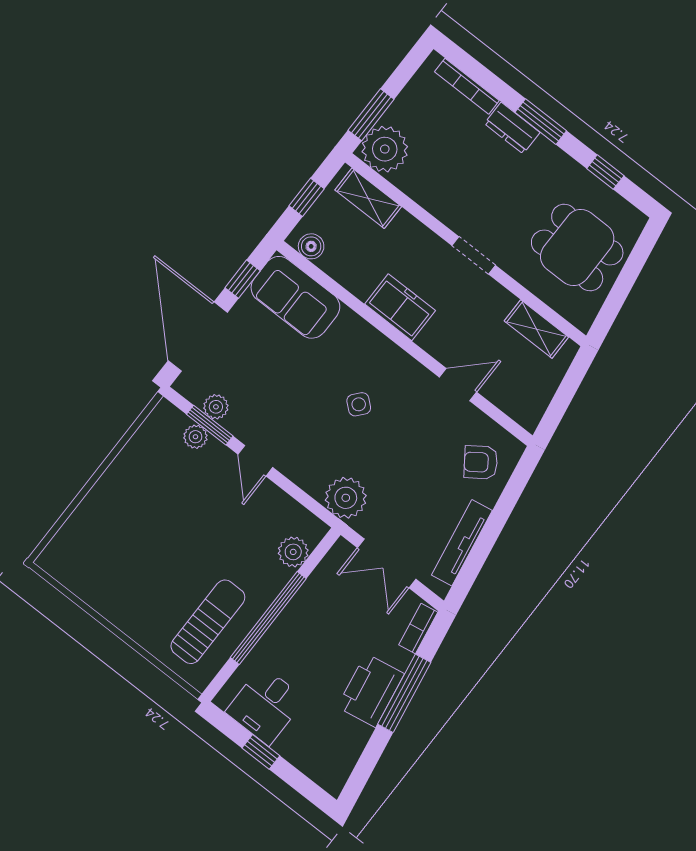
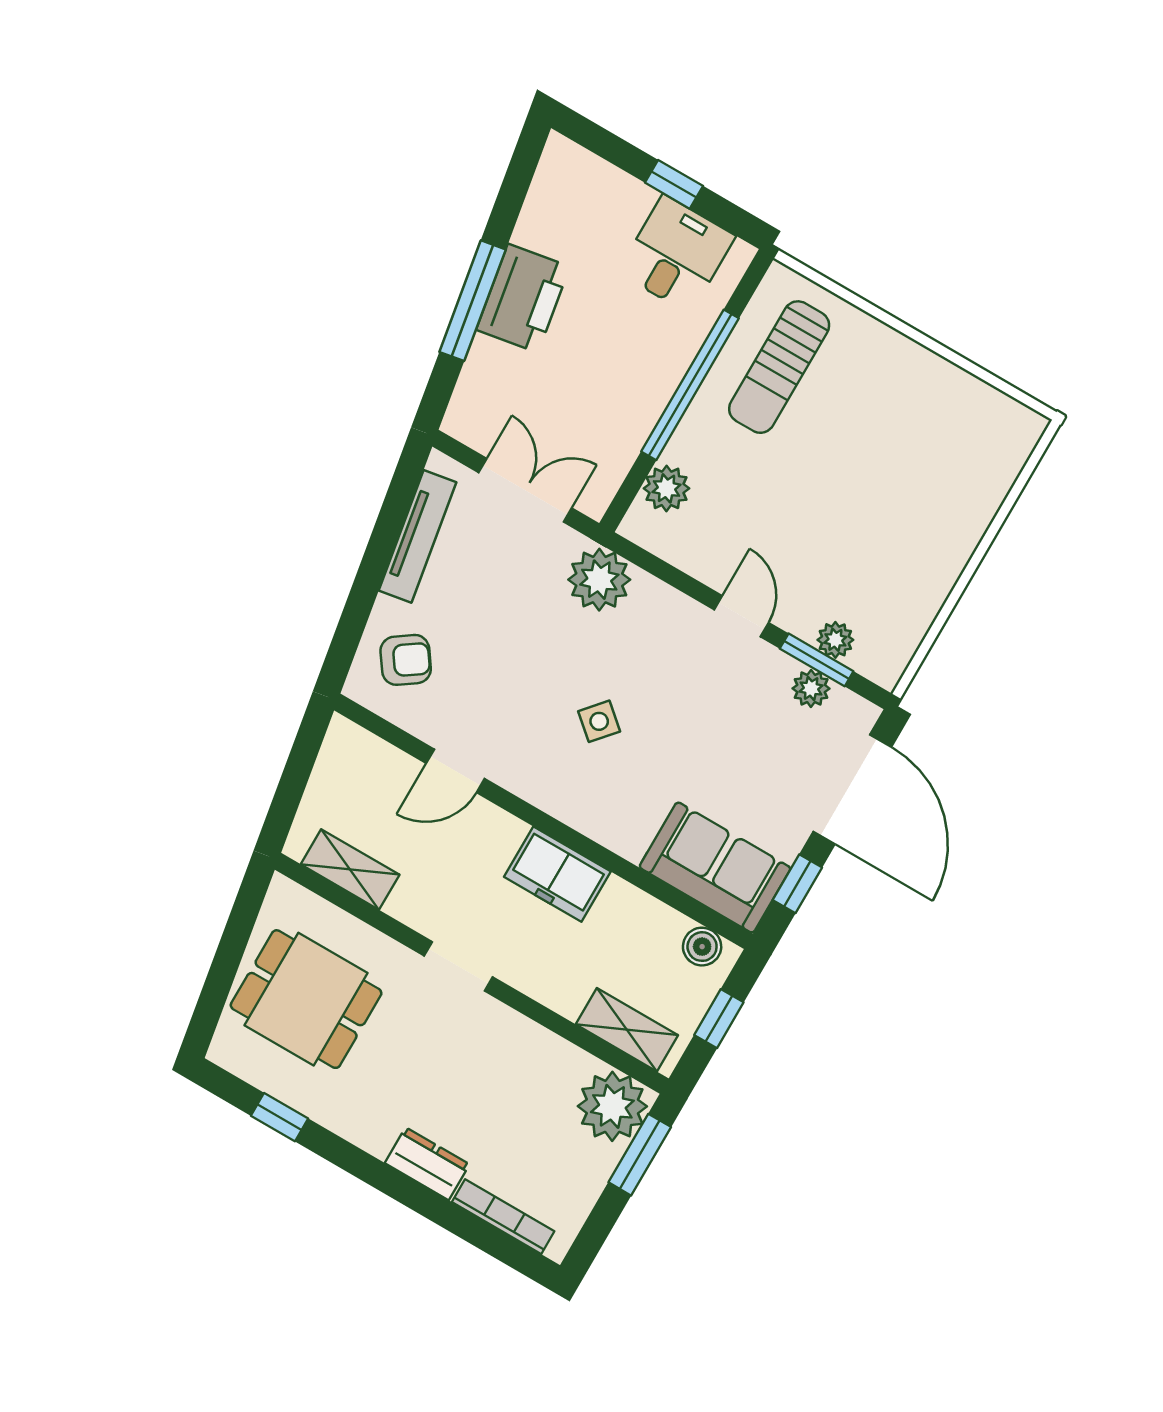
window: (541, 122) -> (386, 1179), removed
bookcase: (418, 628) -> (465, 400), removed

